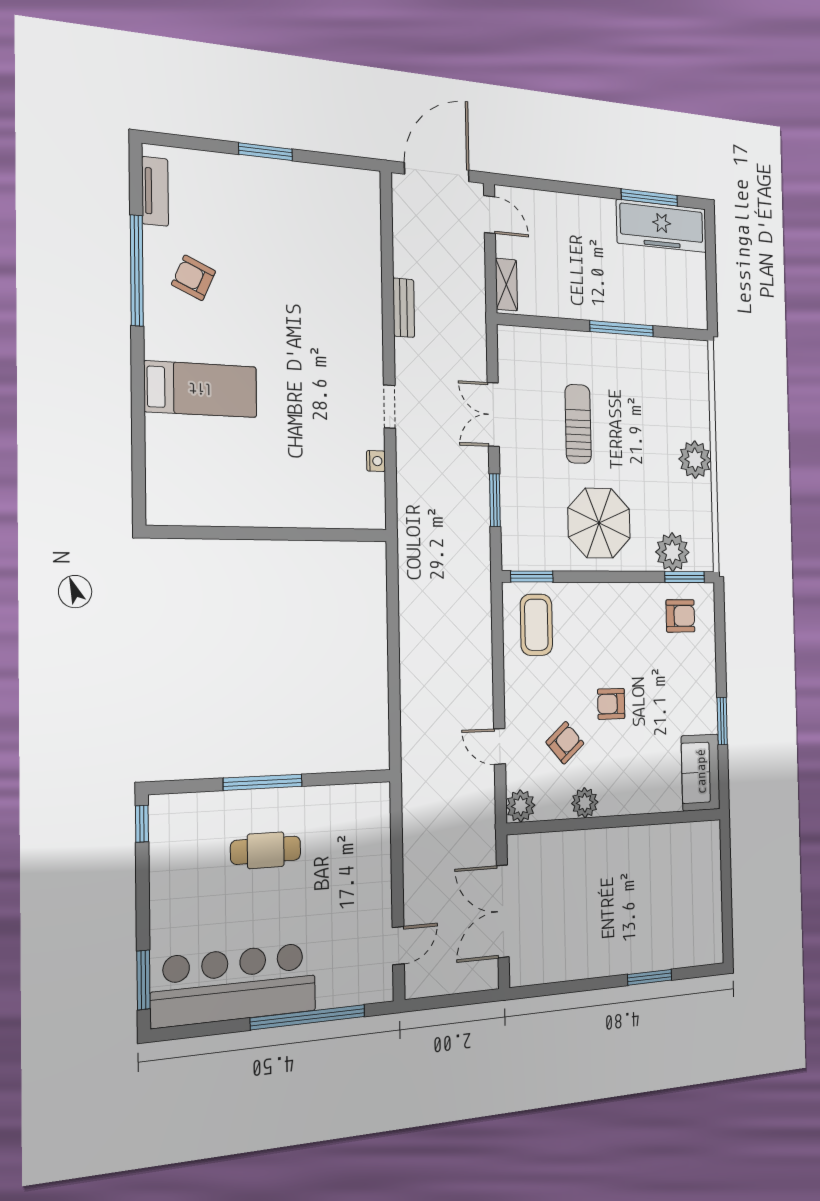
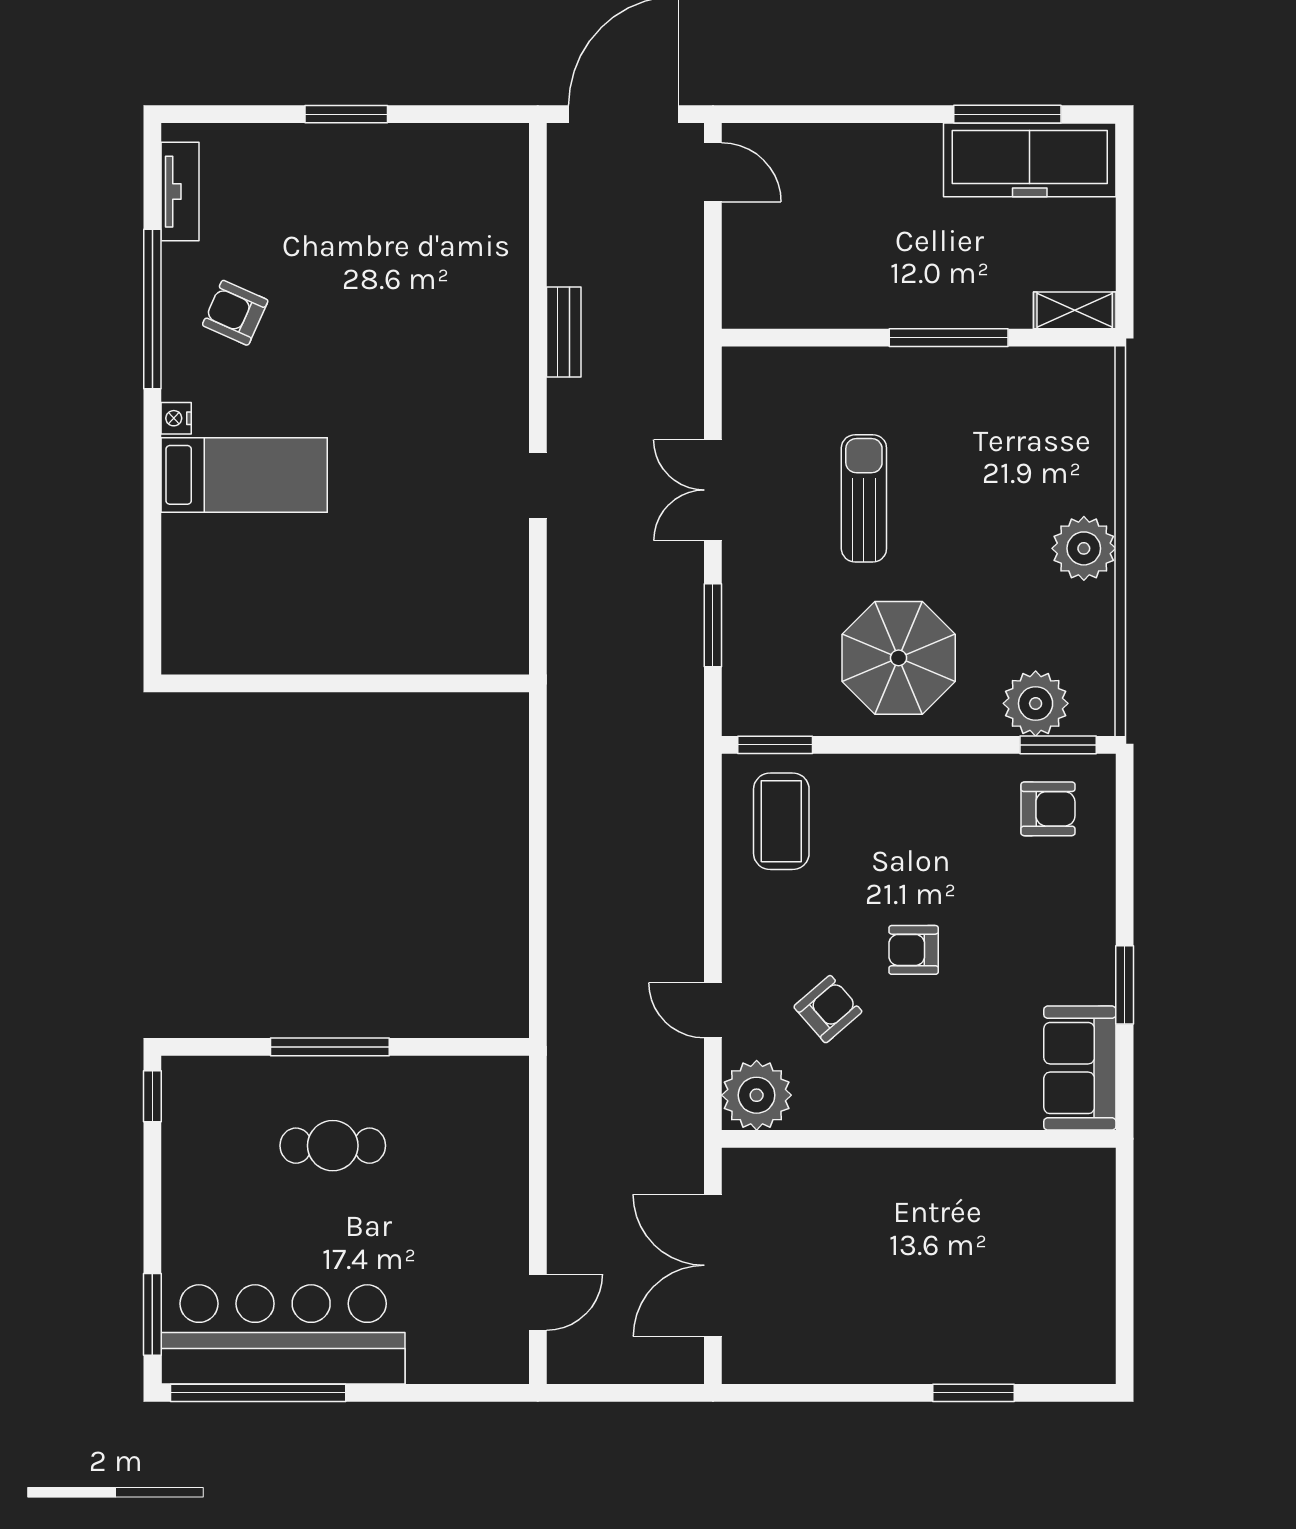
shelving: (506, 285) -> (1075, 310), moved, turned 90
nightstand: (376, 461) -> (176, 418), moved, turned 180
plant: (585, 803) -> (861, 1106), removed
plant: (521, 806) -> (757, 1095), width x1.36, depth x1.36
window: (308, 1017) -> (258, 1393), moved

